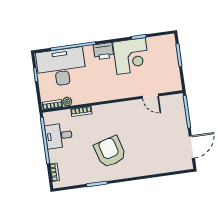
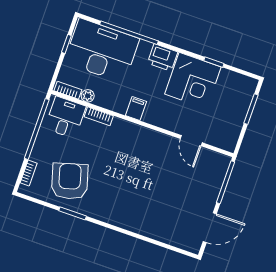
filing cabinet: (103, 94) -> (136, 109), added
desk: (59, 136) -> (65, 117), moved, turned 90
armchair: (110, 152) -> (70, 181), moved

